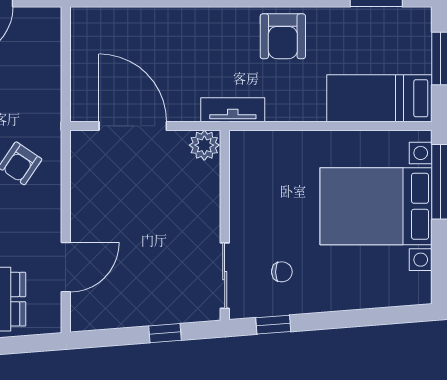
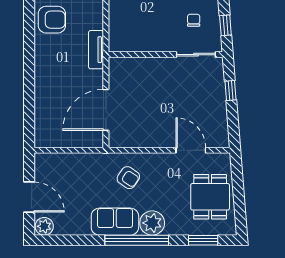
plant: (204, 145) -> (117, 67), removed

